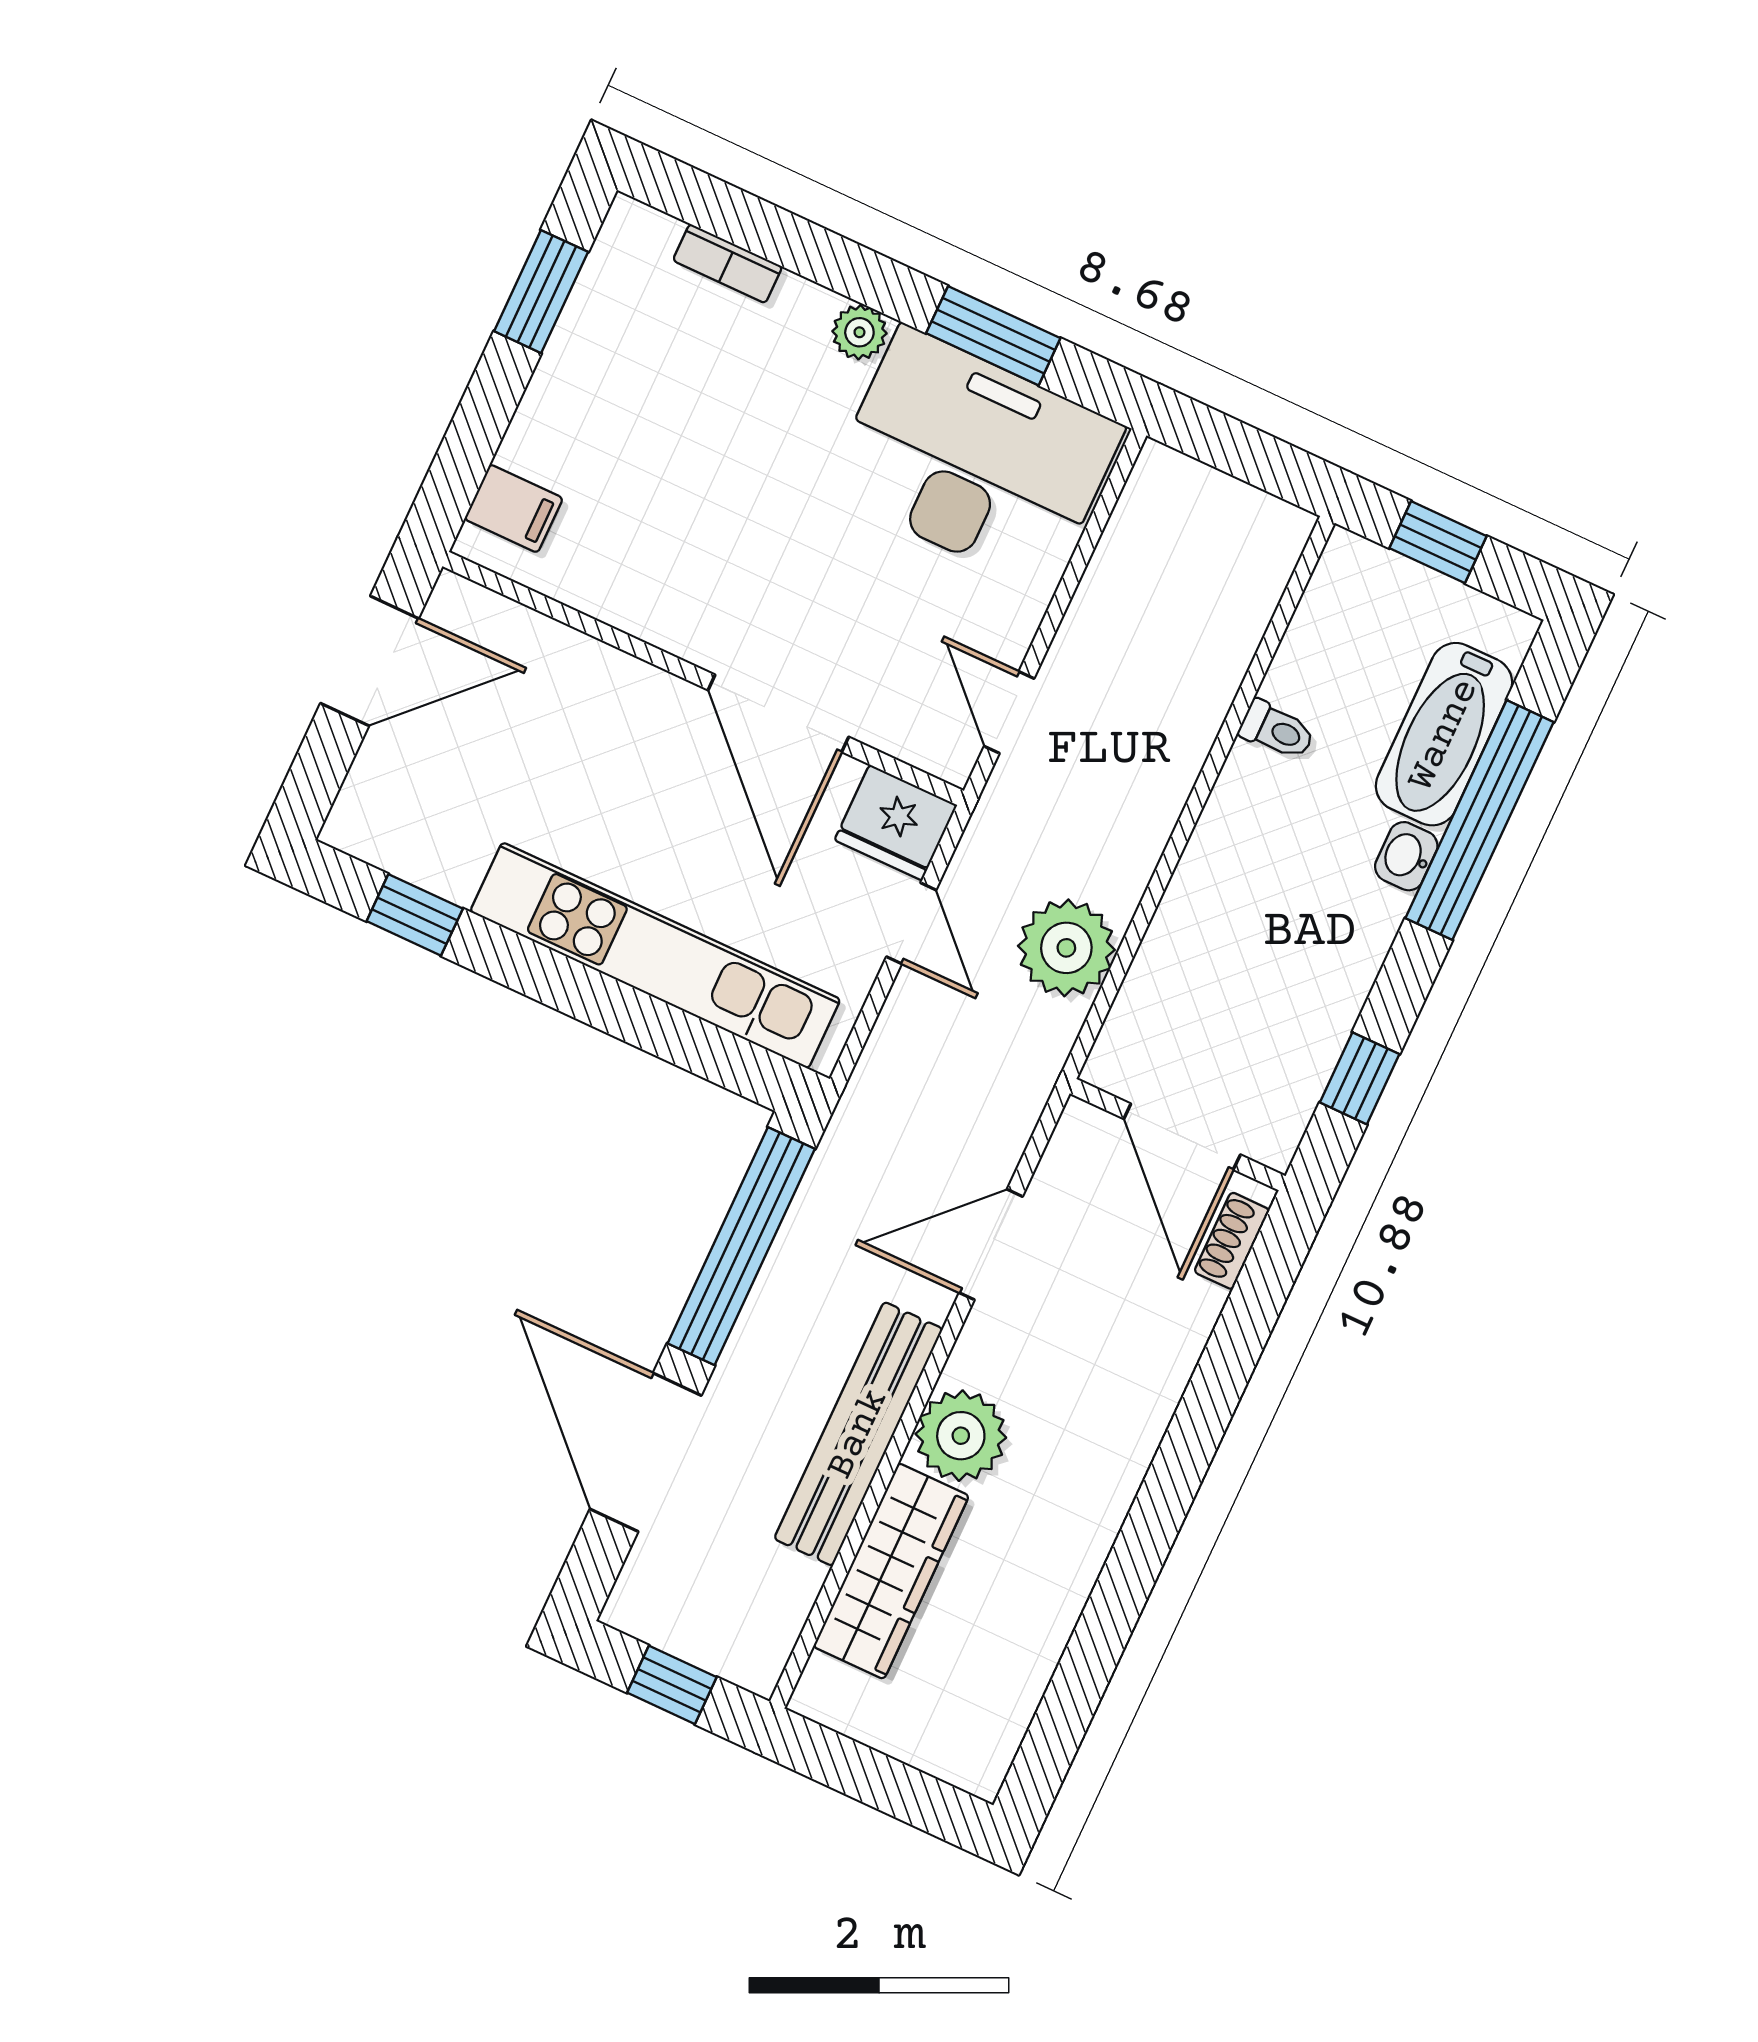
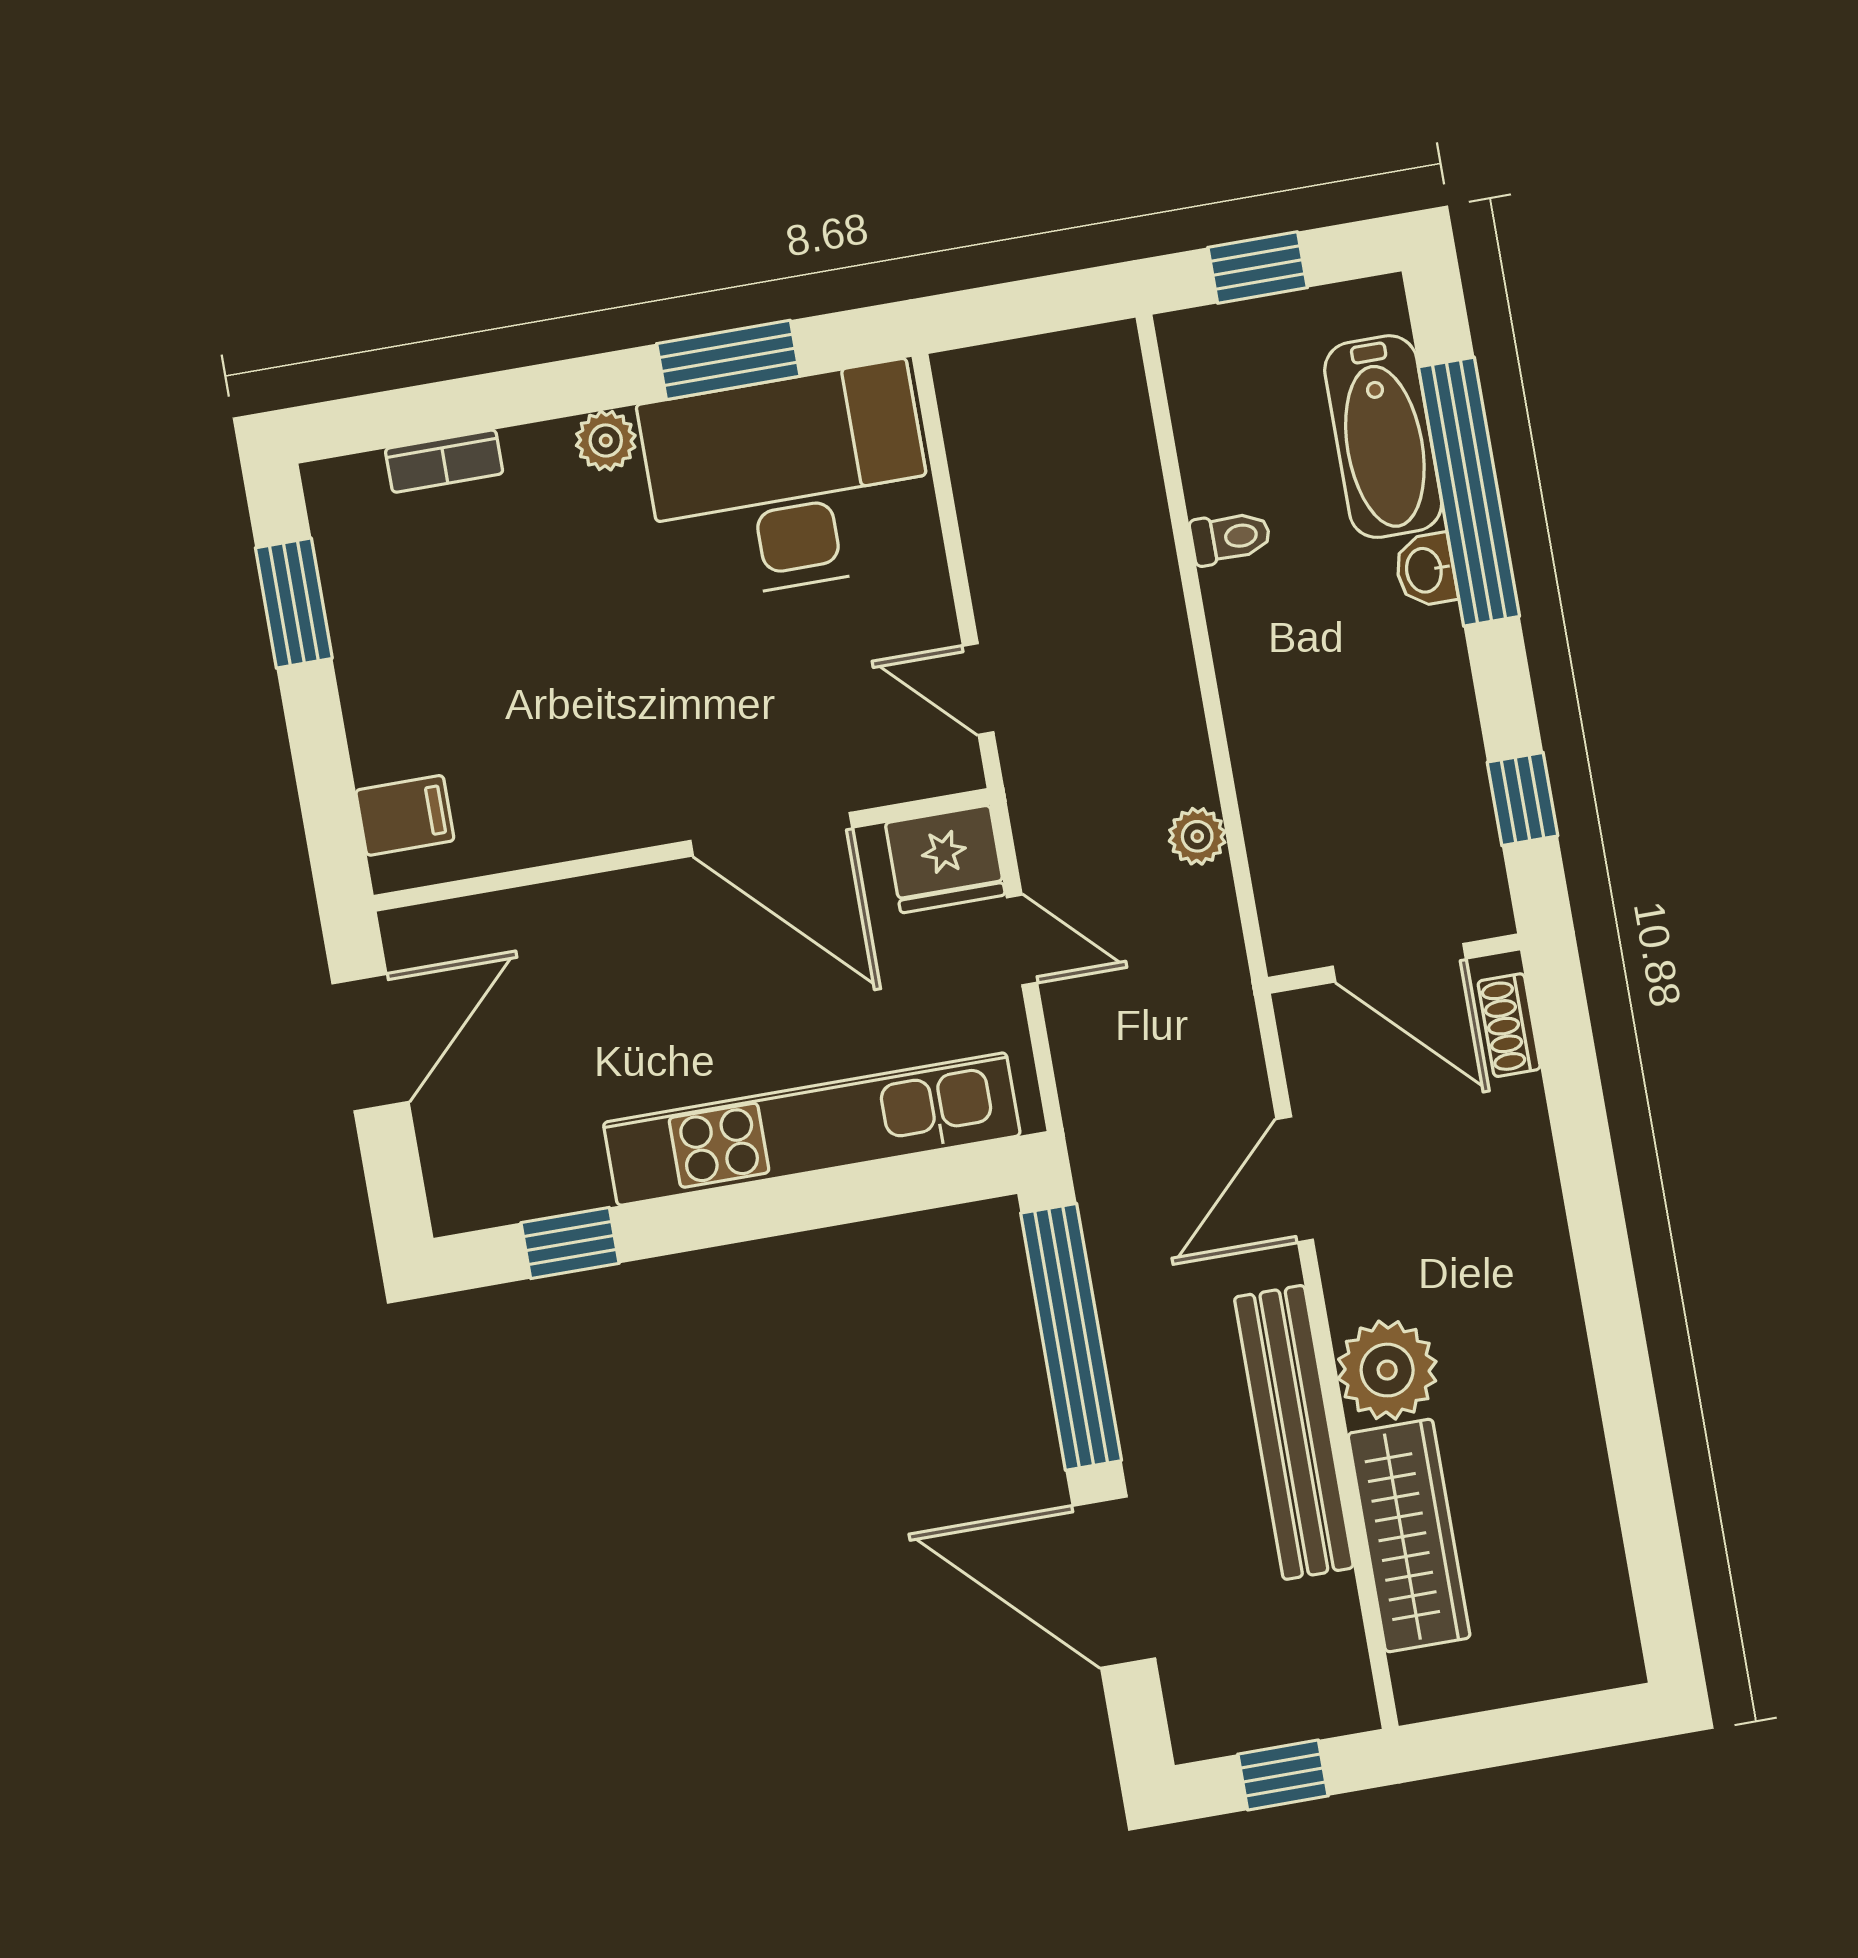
plant: (1066, 948) -> (1197, 836), width x0.53, depth x0.53

